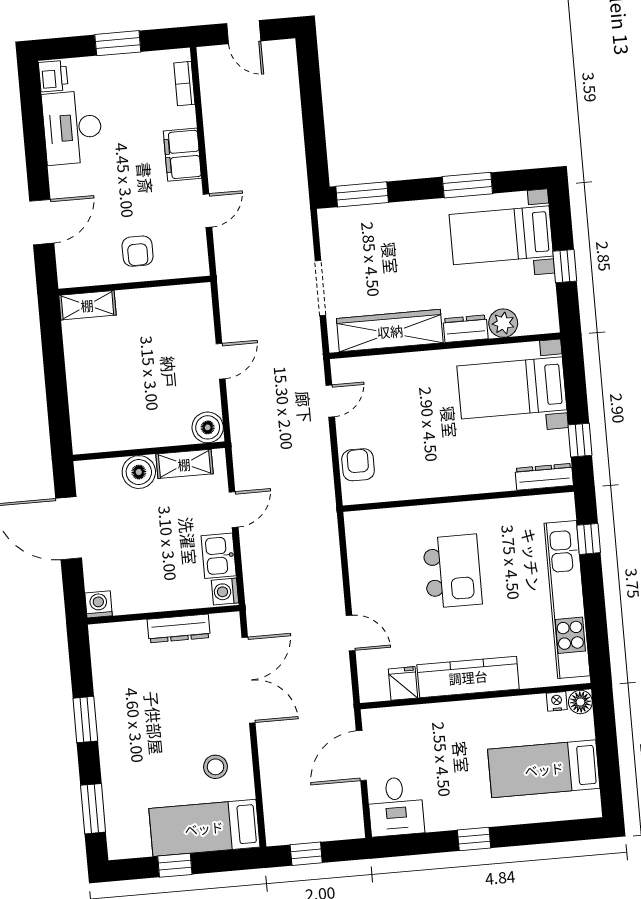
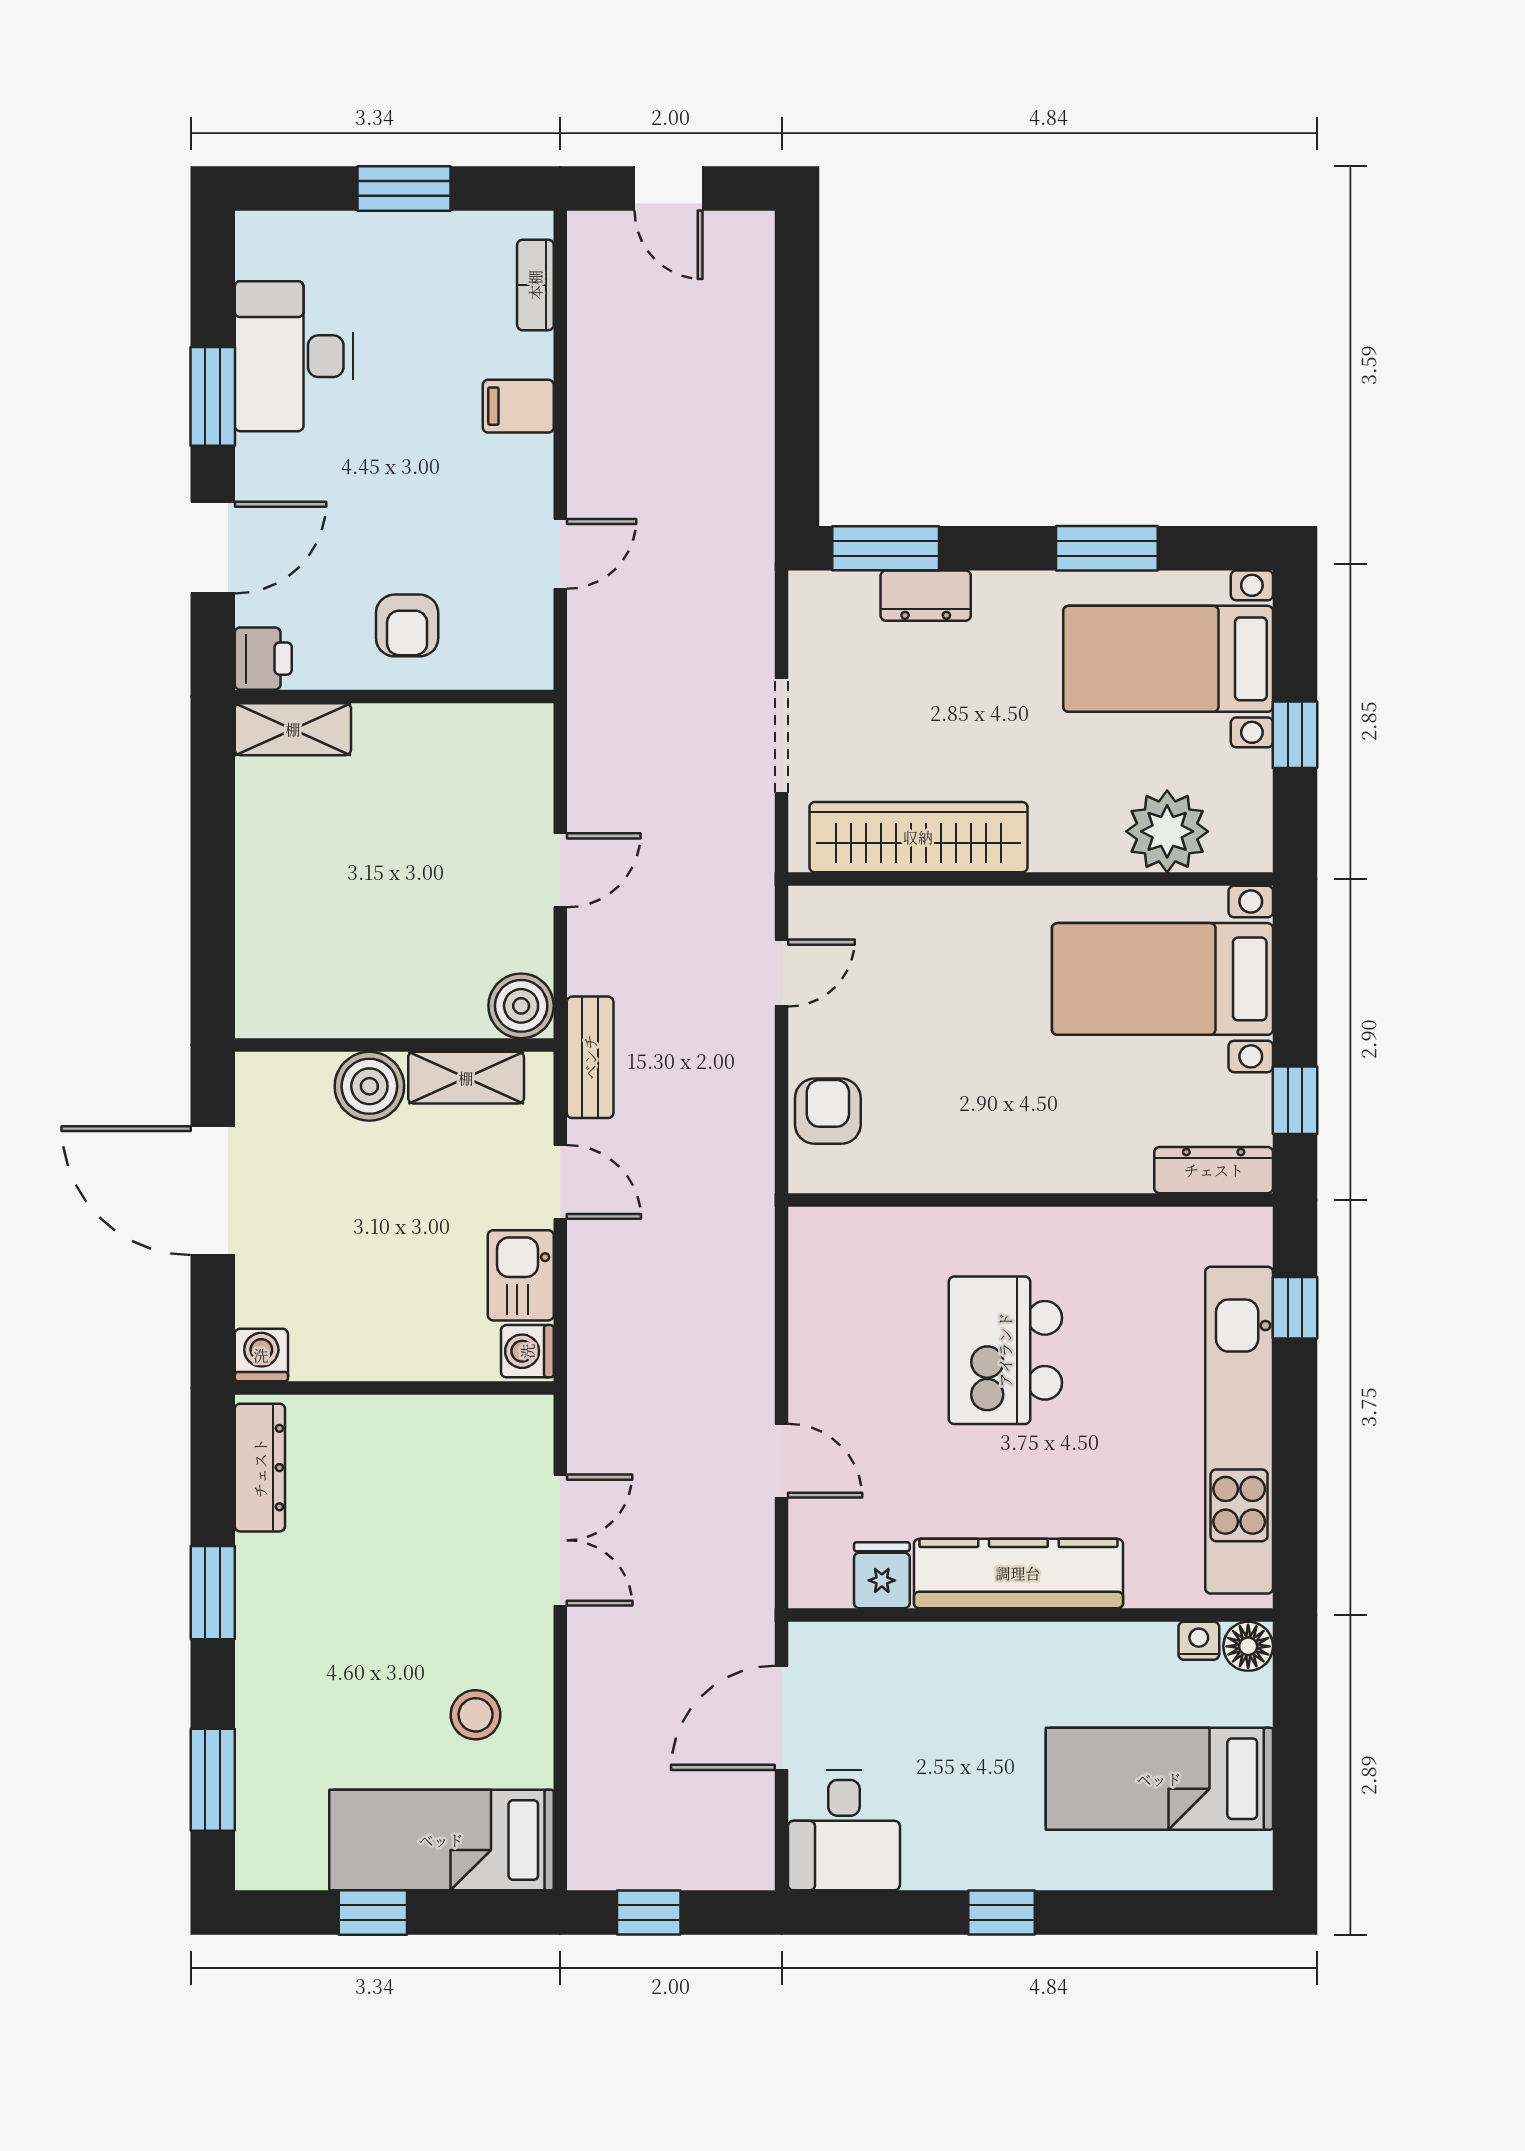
printer: (53, 76) -> (263, 659), moved
window: (35, 150) -> (213, 396), added
filing cabinet: (182, 155) -> (518, 406), width x0.50
plant: (503, 323) -> (1167, 831), width x1.36, depth x1.36
dresser: (466, 329) -> (926, 596), moved, turned 180
bench: (243, 449) -> (590, 1057), added
door: (234, 510) -> (560, 1182), hinge flipped
kitchen island: (453, 571) -> (1005, 1350), turned 180
dresser: (179, 628) -> (260, 1468), moved, turned -90
double door: (249, 680) -> (560, 1540), width x0.73

